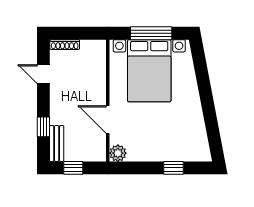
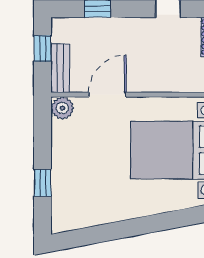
bench: (57, 143) -> (60, 68), moved, turned 90

